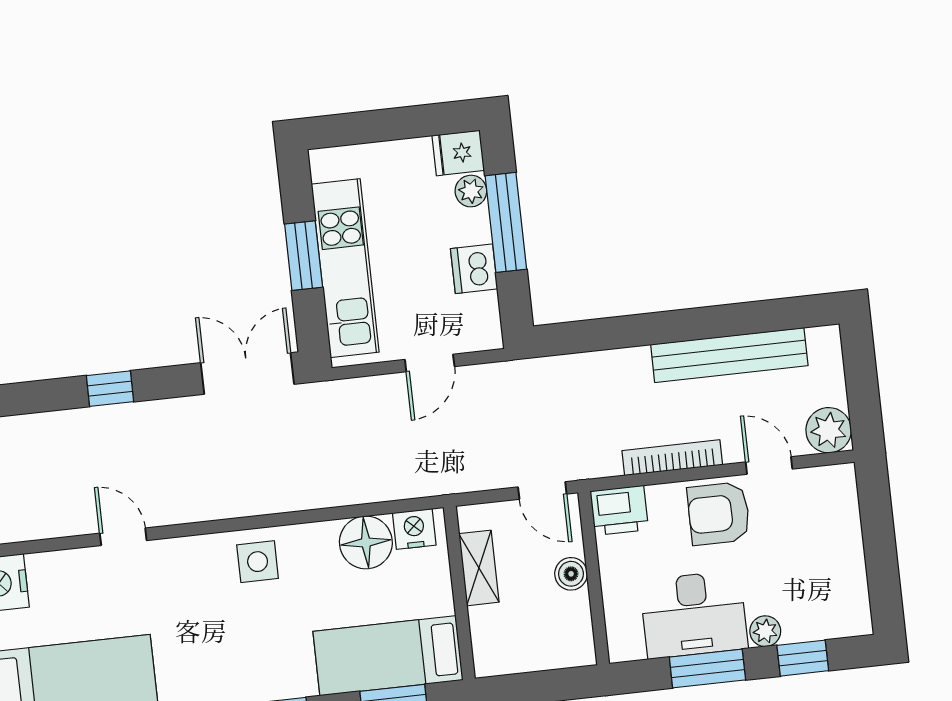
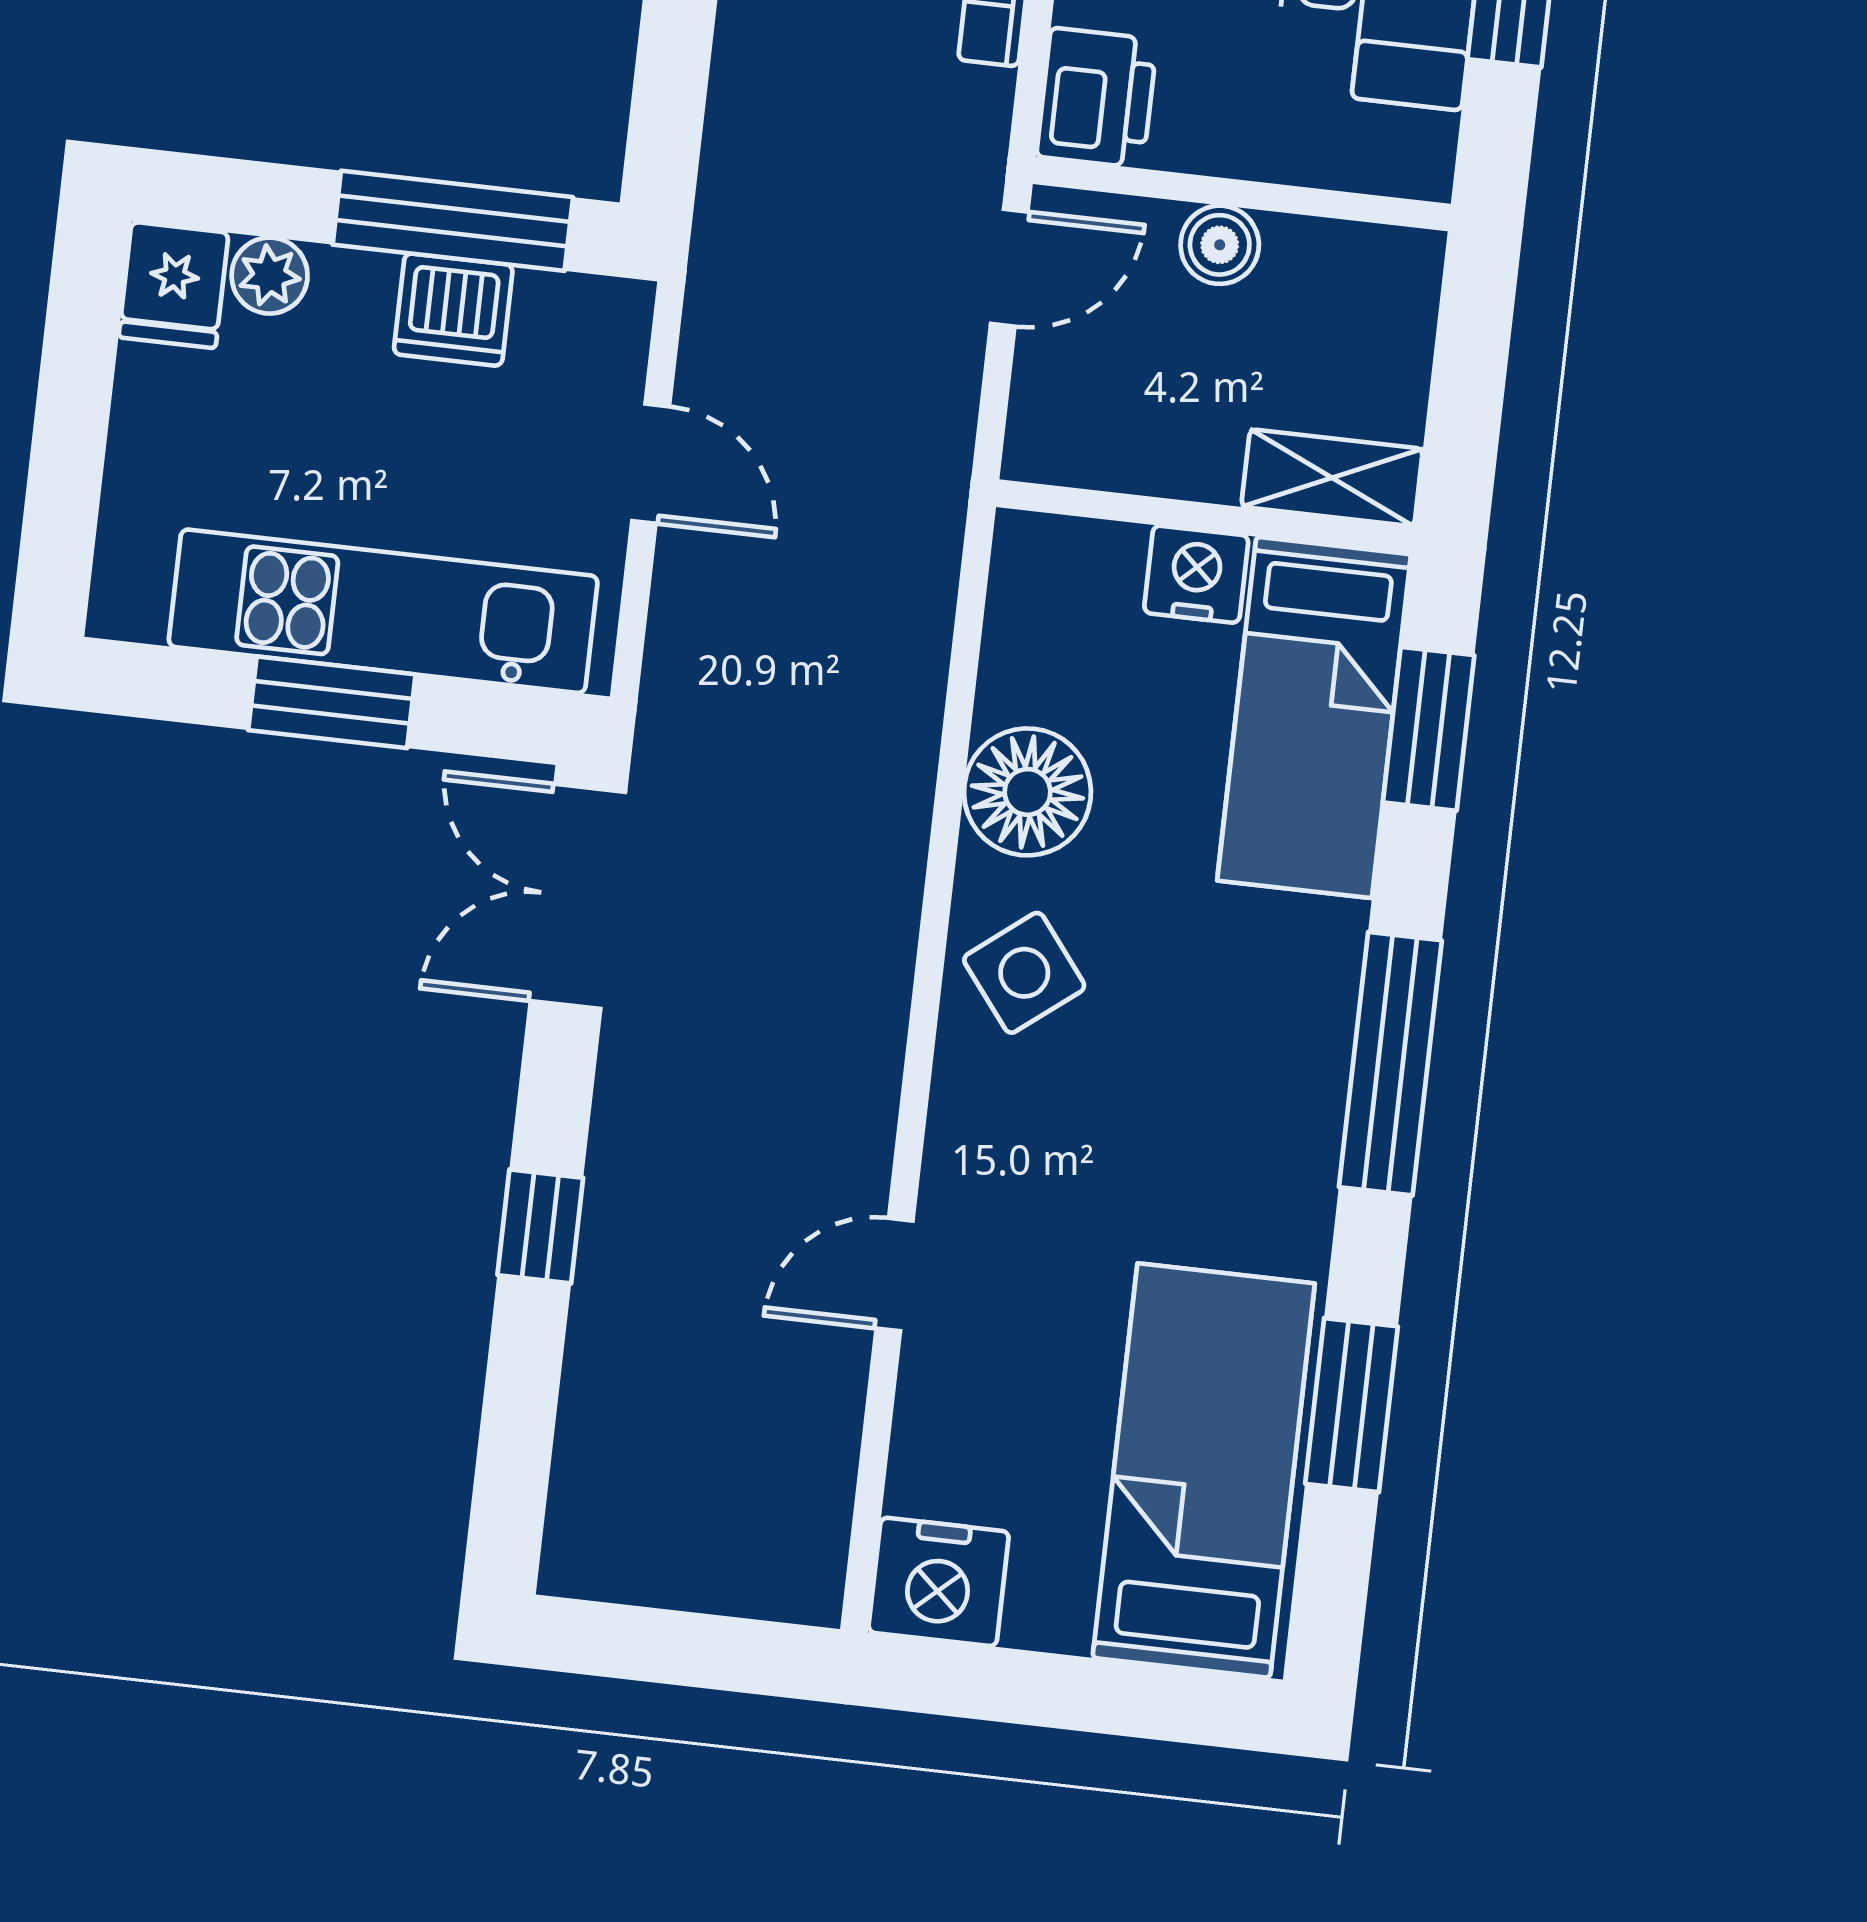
window: (506, 222) -> (453, 221), moved
nightstand: (414, 529) -> (1196, 574), moved, turned 90
floor lamp: (366, 542) -> (1027, 792), moved
side table: (258, 562) -> (1024, 973), turned -38
shelving: (479, 568) -> (1332, 478), moved

